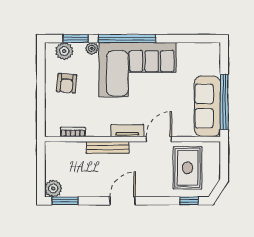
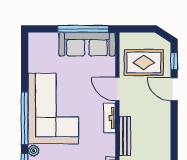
door: (123, 201) -> (174, 89), moved

